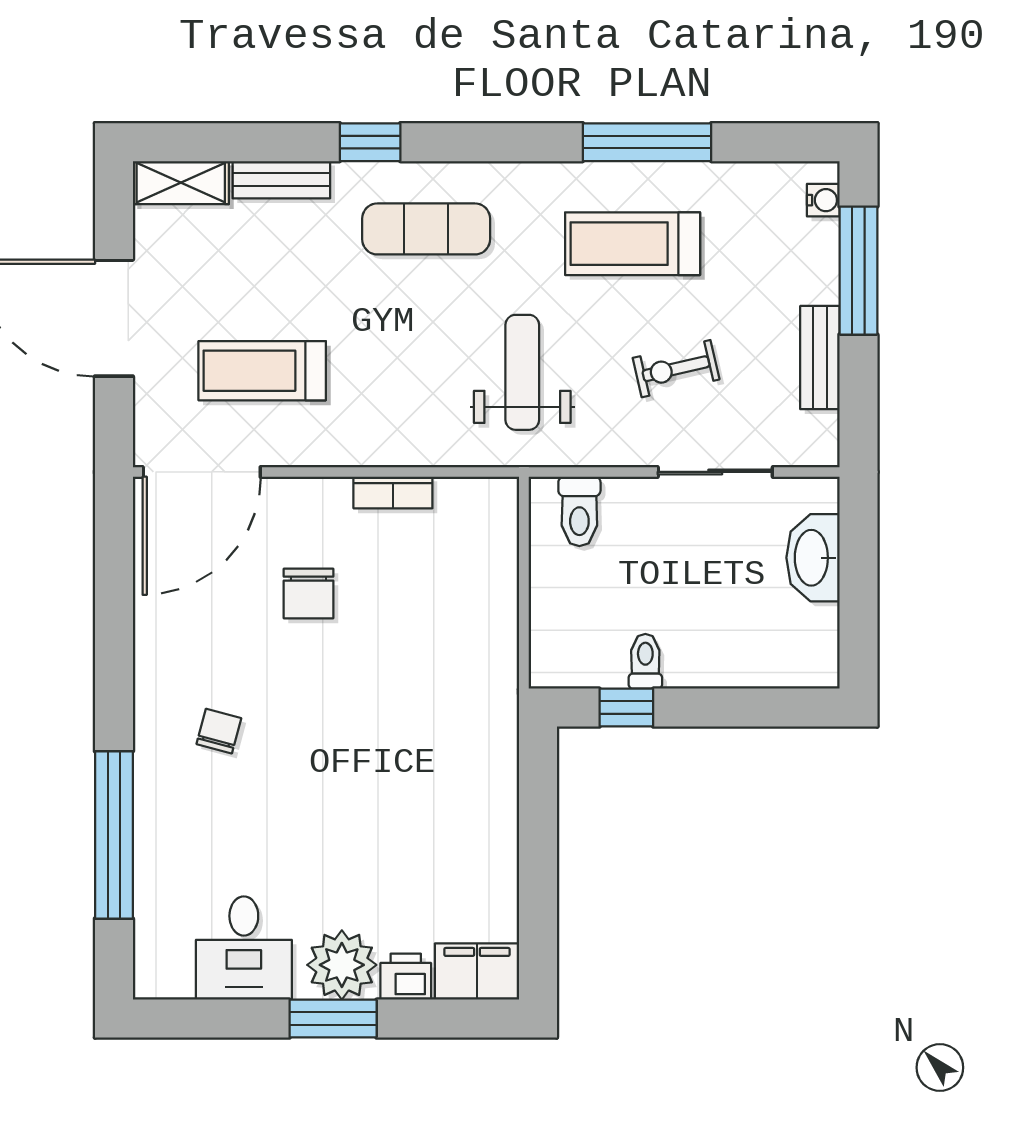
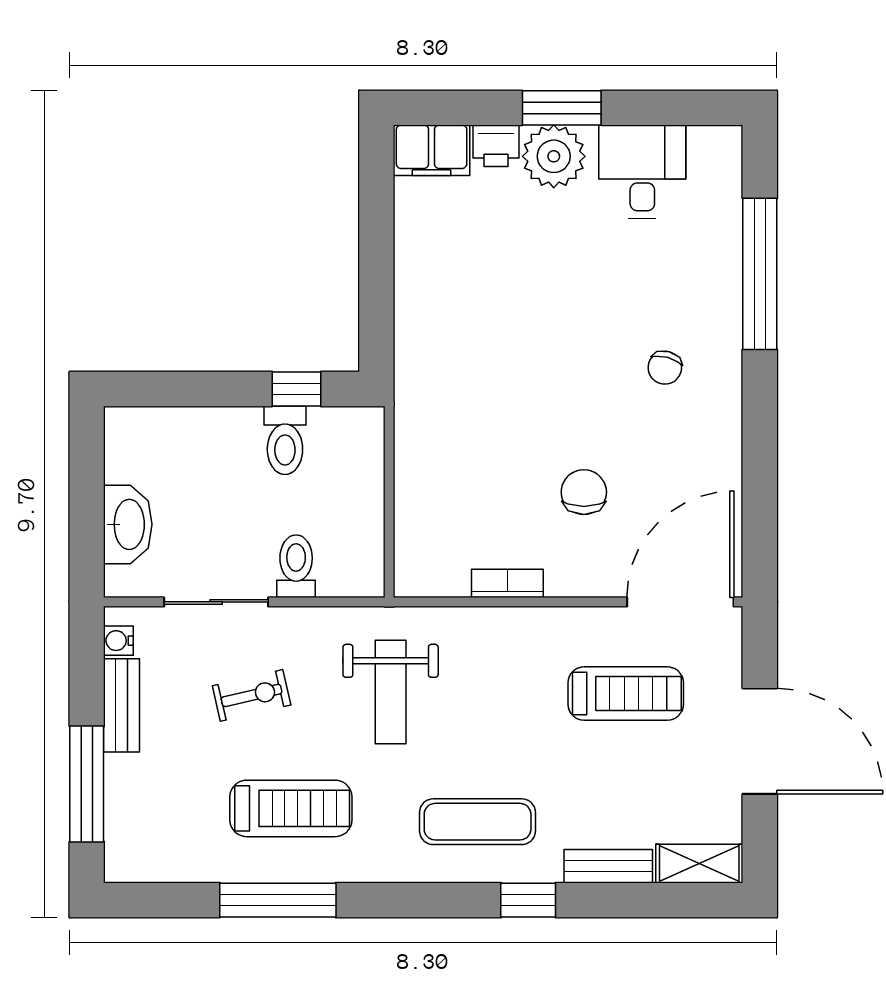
water cooler: (823, 200) -> (118, 641), moved
toilet: (579, 511) -> (296, 566), moved
toilet: (645, 661) -> (285, 440), width x1.37, depth x1.39

